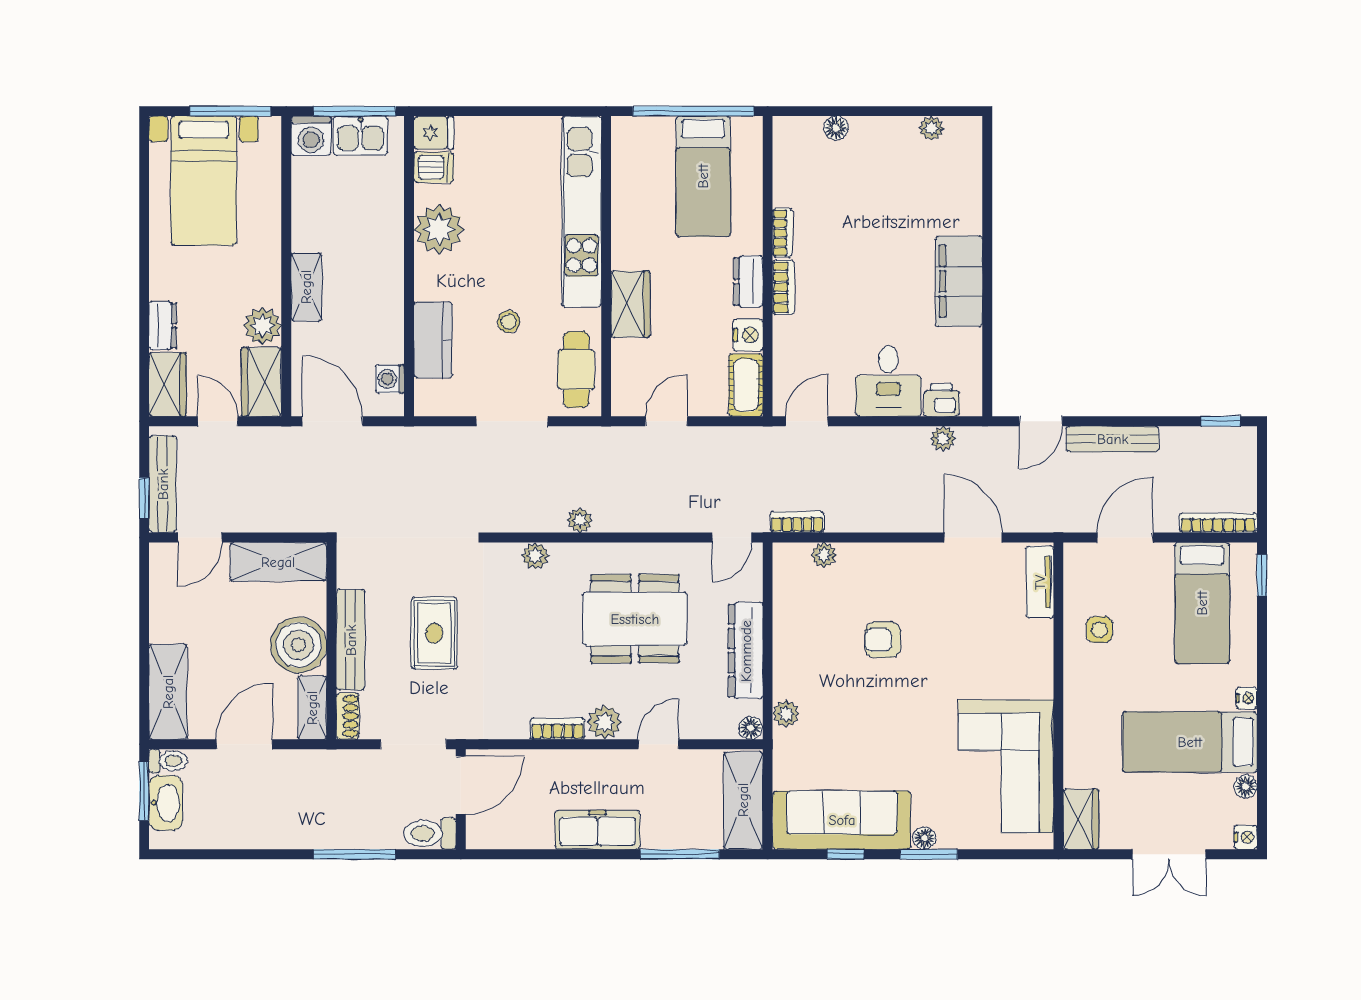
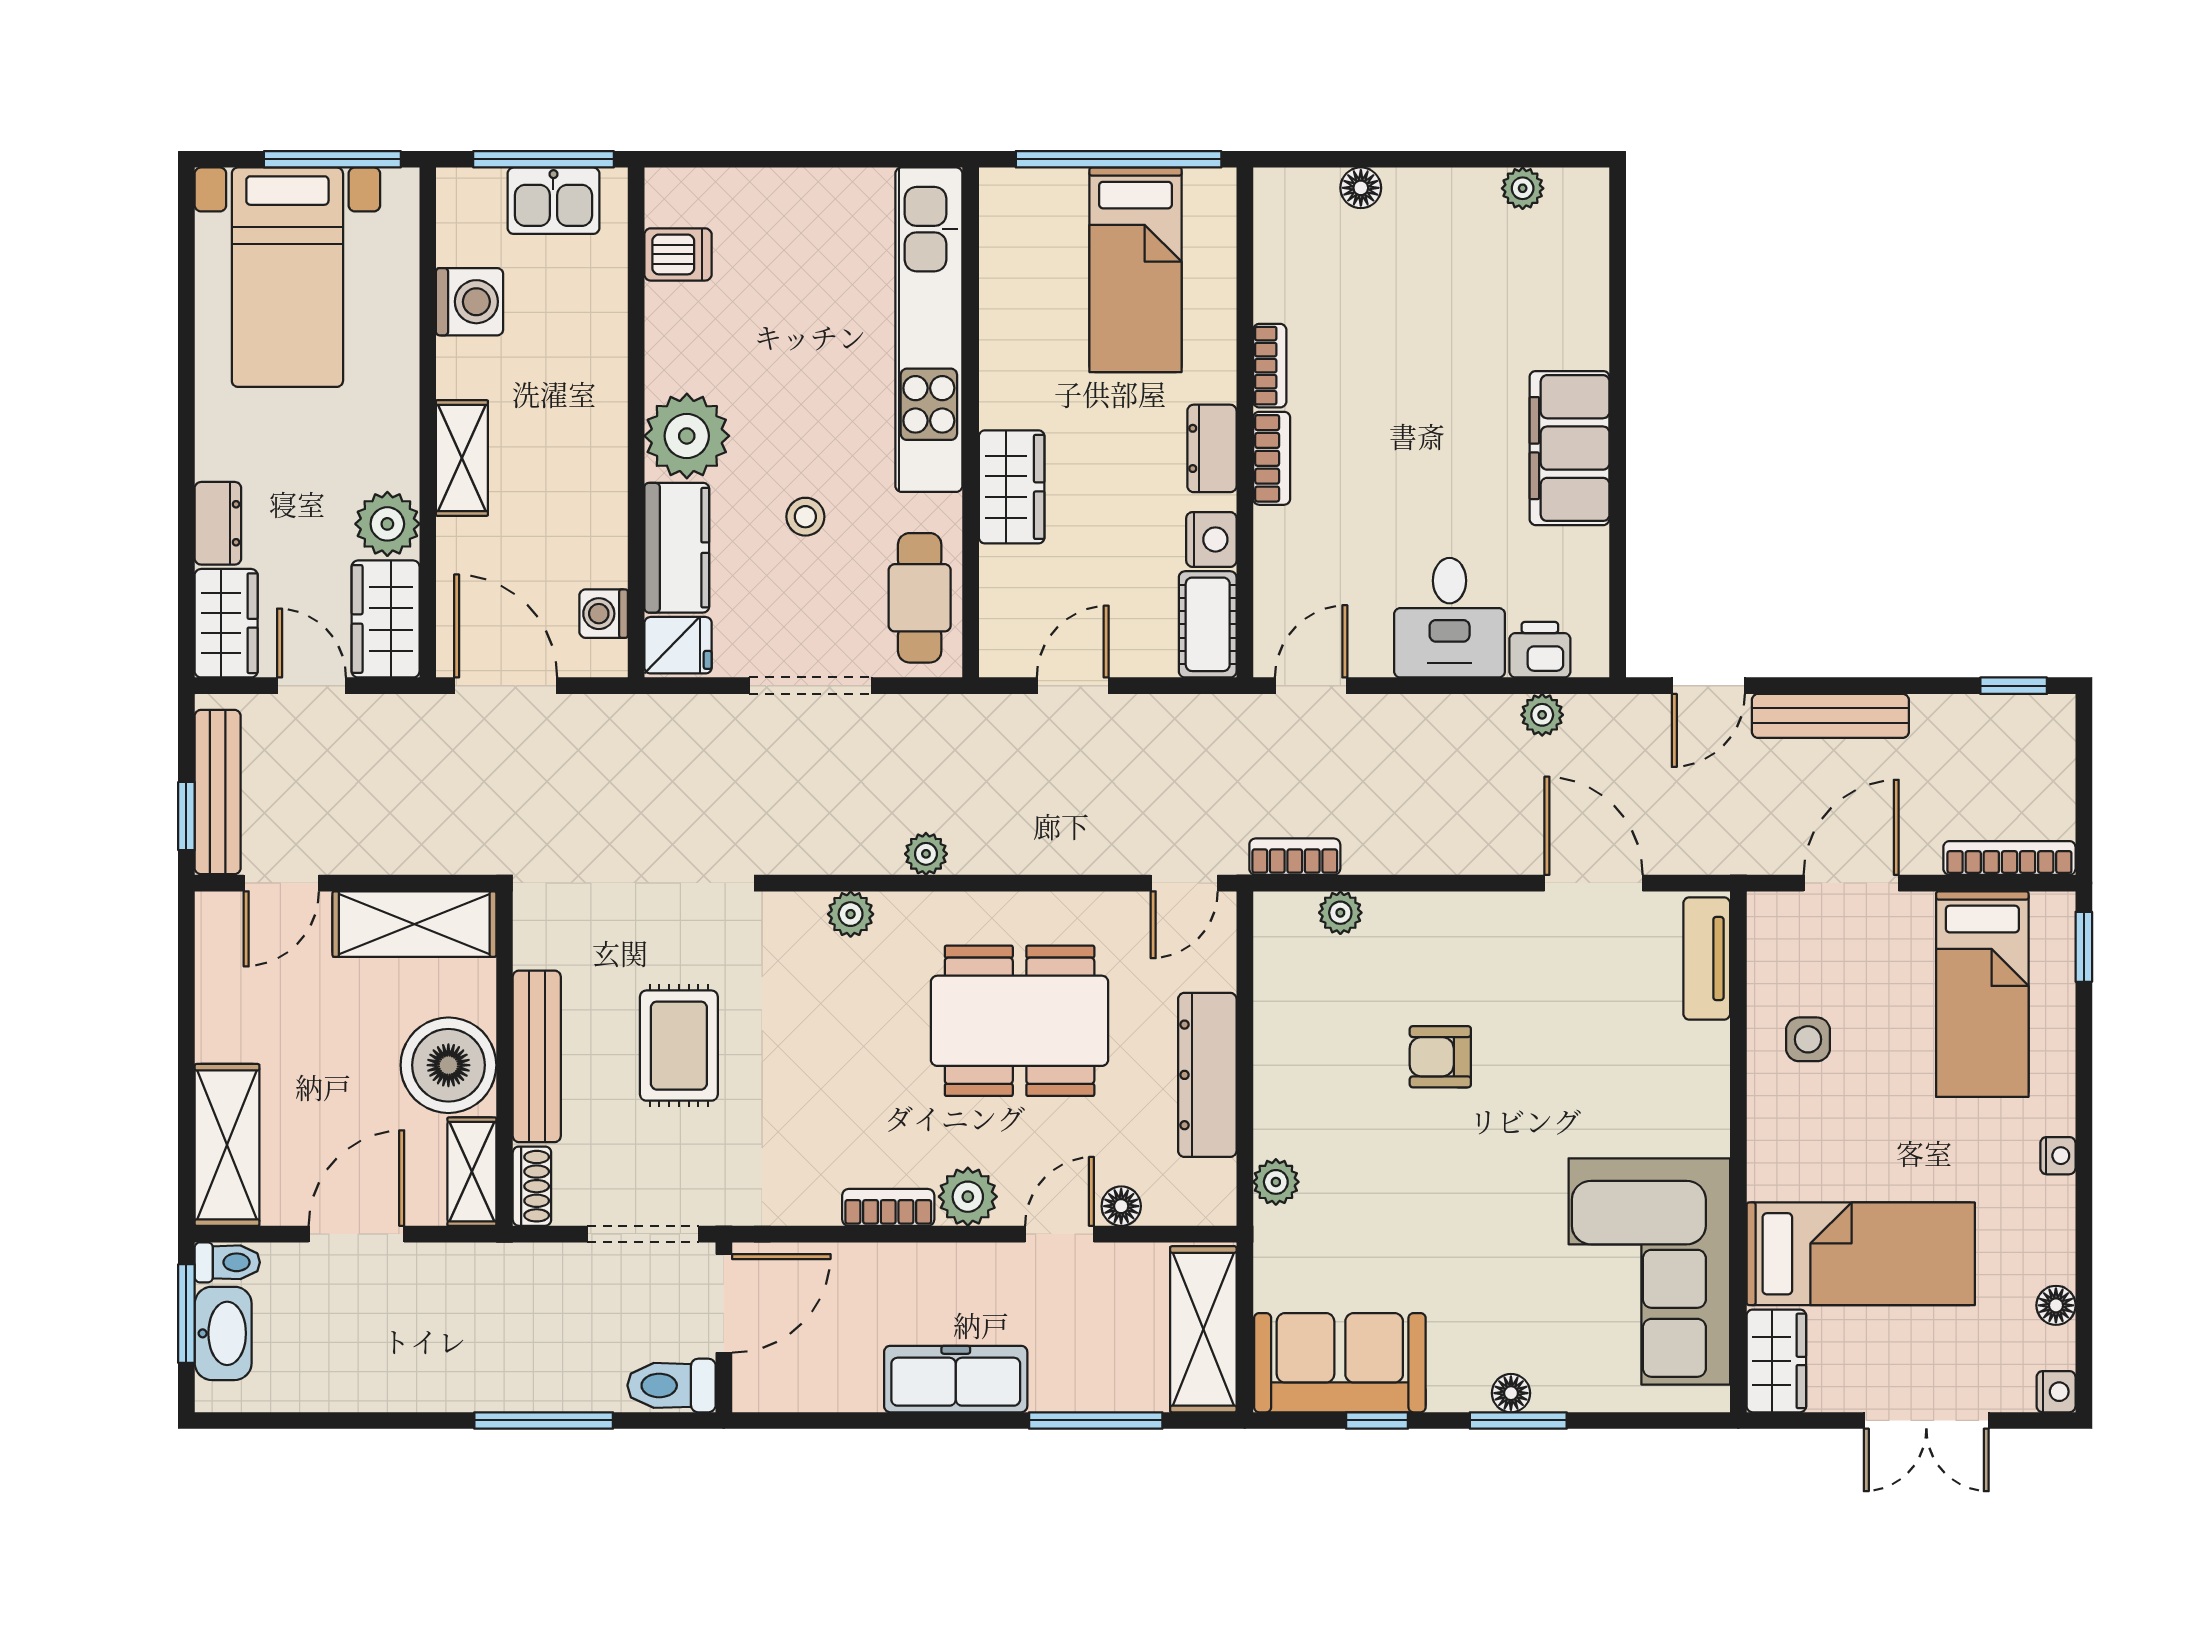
fridge: (434, 133) -> (678, 645), moved
washing machine: (311, 136) -> (470, 302), moved, turned -90
plant: (439, 229) -> (687, 436), moved
floor lamp: (751, 728) -> (1121, 1206), moved
bed: (1190, 742) -> (1861, 1254), moved, turned 180
sofa: (842, 820) -> (1340, 1363), width x0.73

